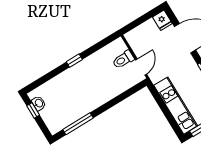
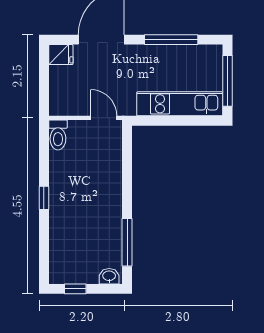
toilet: (123, 60) -> (58, 135), moved
washbasin: (39, 103) -> (109, 276), moved

